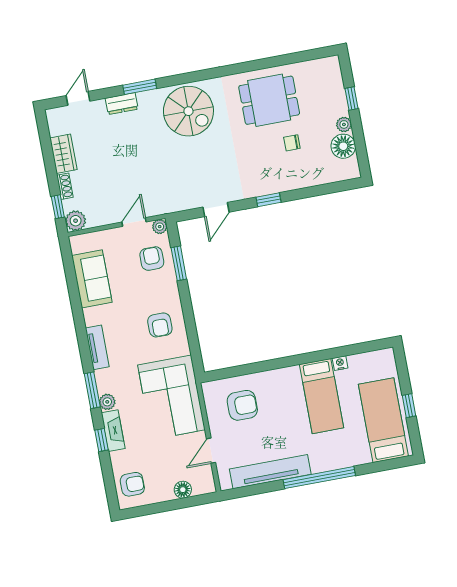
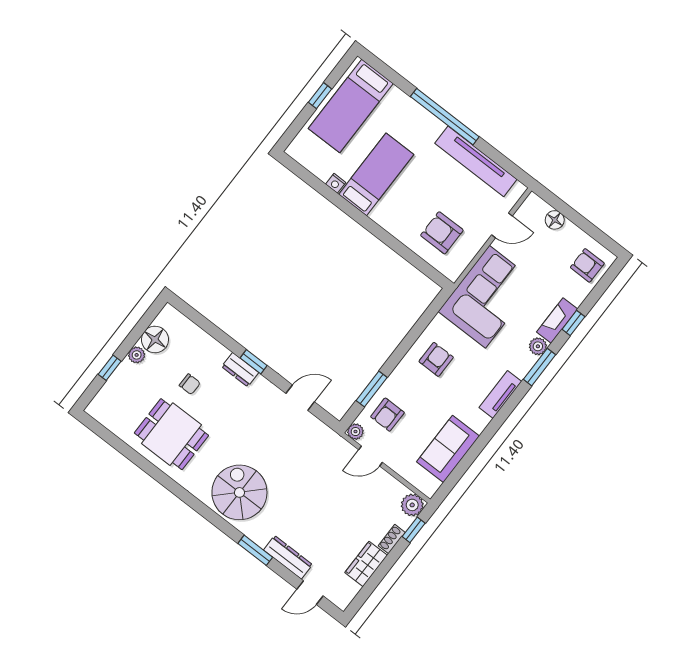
dresser: (122, 104) -> (288, 557), width x1.44
dresser: (271, 186) -> (240, 370), added

